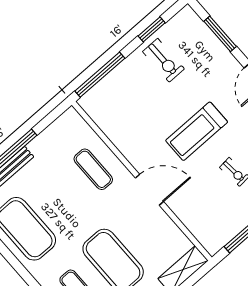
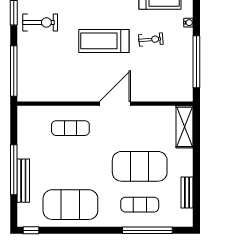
treadmill: (197, 131) -> (104, 41), turned 90

